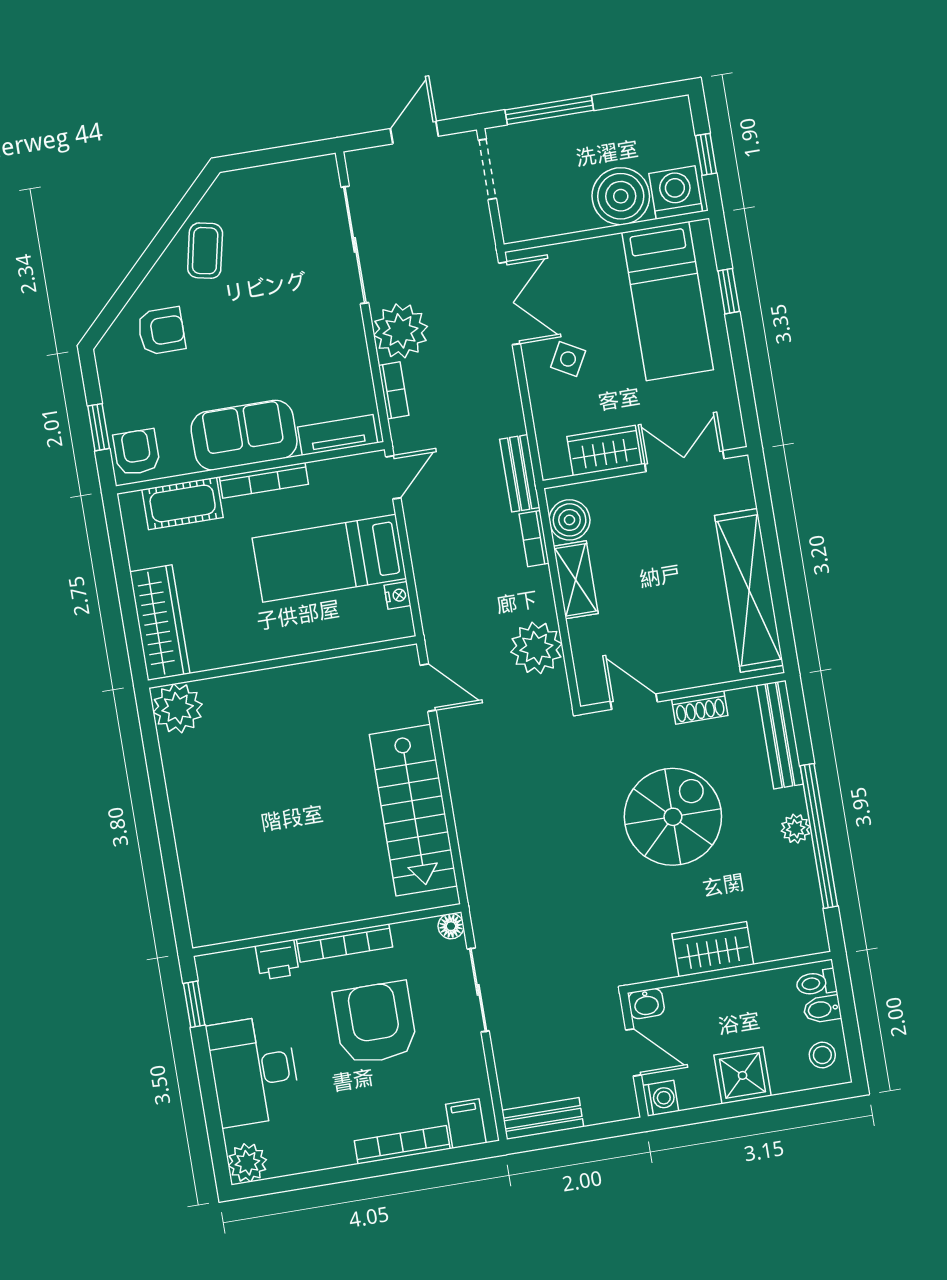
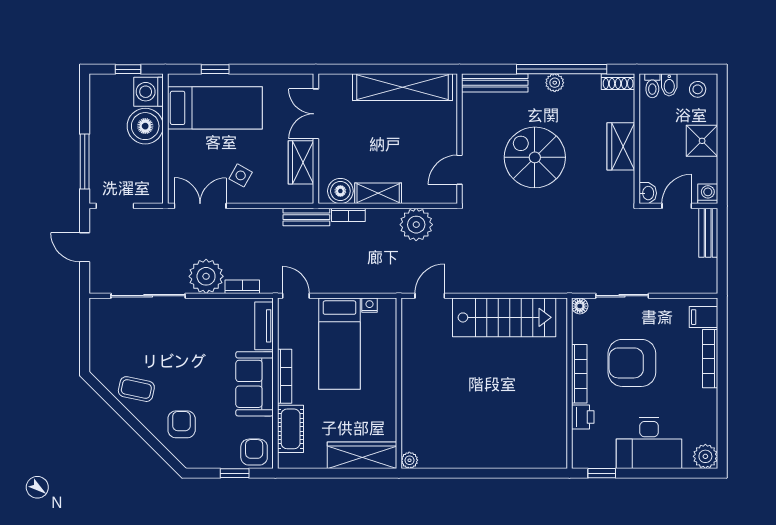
armchair: (137, 452) -> (254, 452), turned 90
shoe rack: (700, 707) -> (618, 82), moved, turned 90
plant: (178, 708) -> (409, 460), width x0.53, depth x0.53
bench: (543, 1119) -> (708, 233), moved

